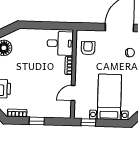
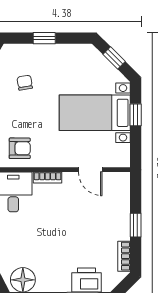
armchair: (88, 48) -> (20, 148), turned 180
window: (88, 122) -> (136, 115), moved

